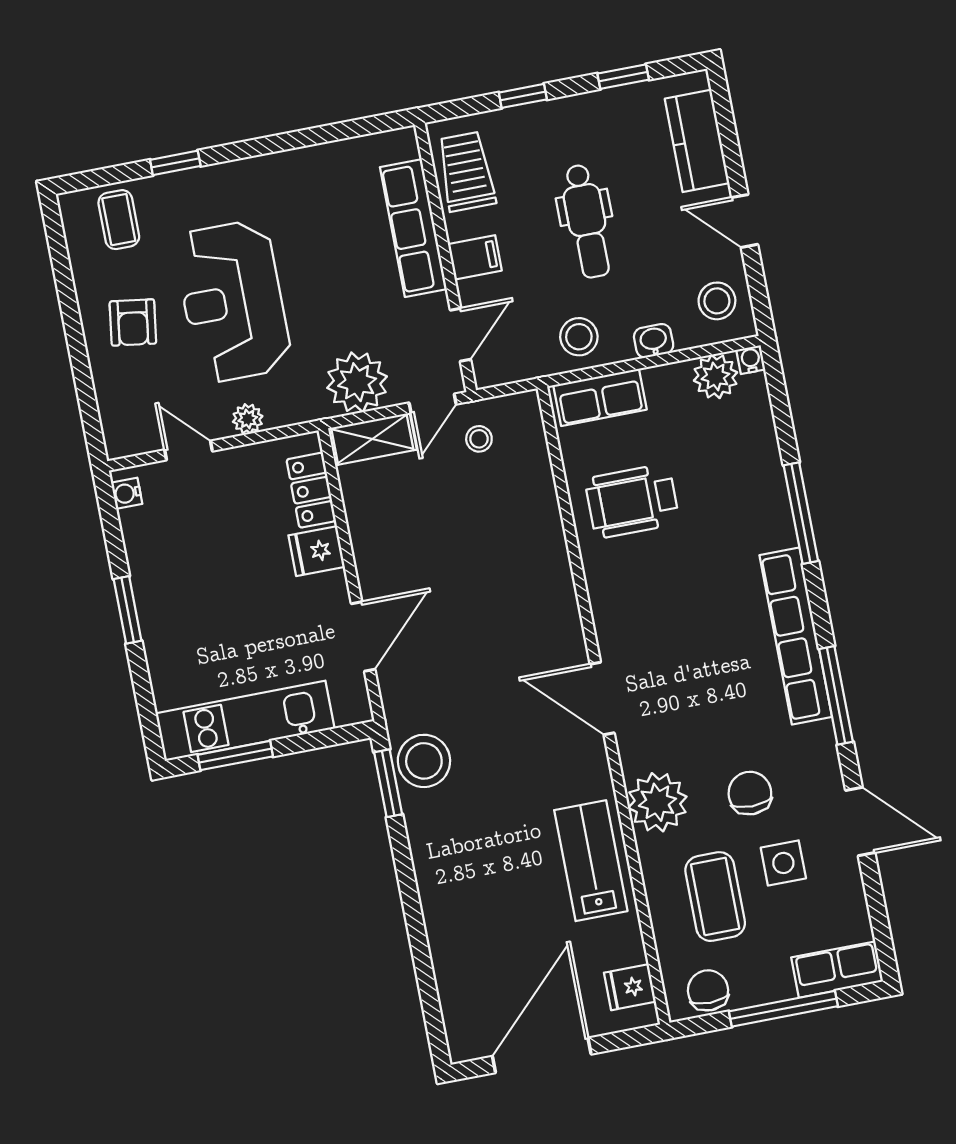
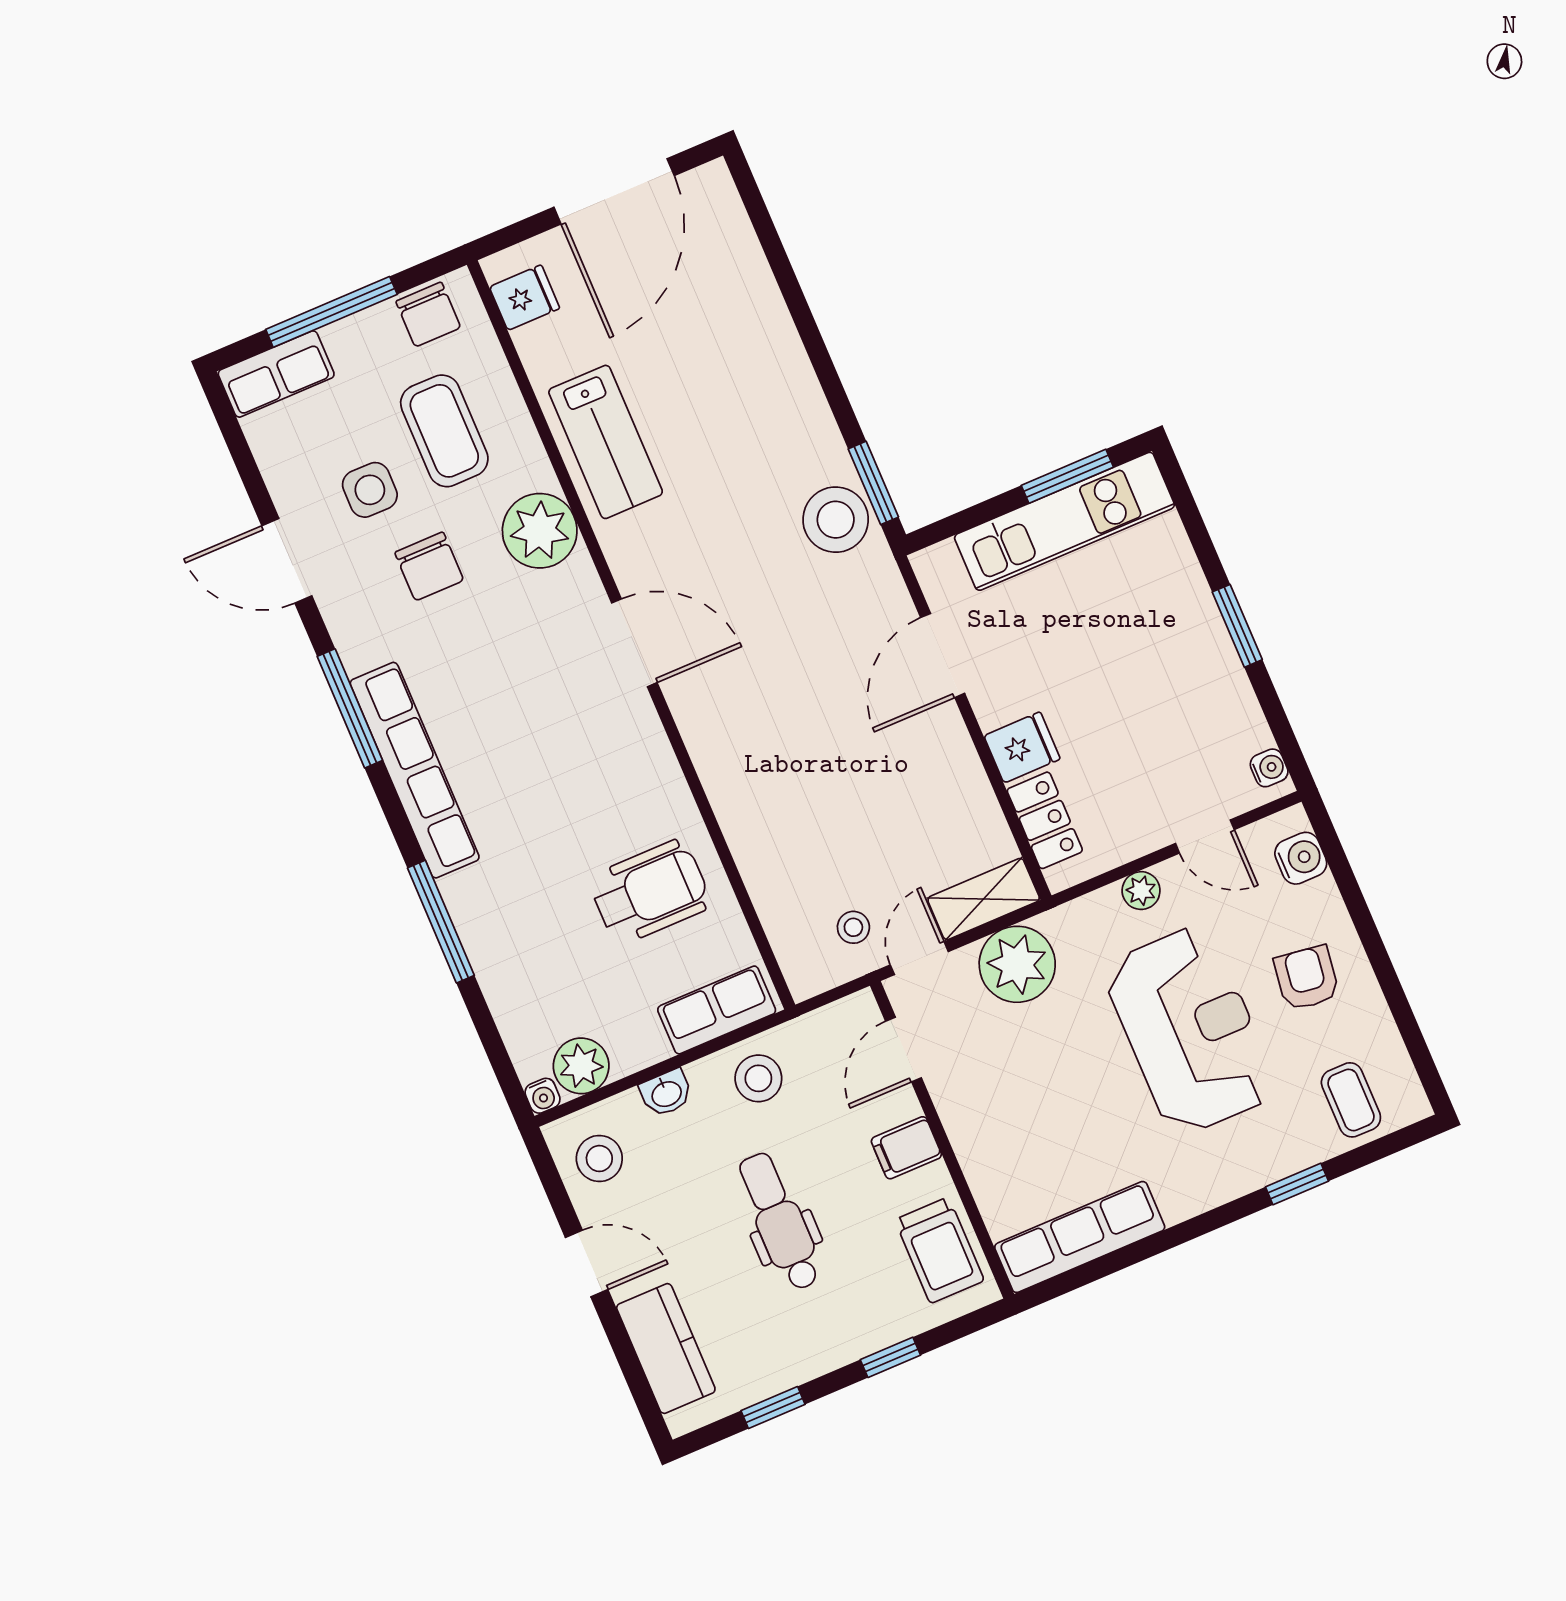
row of seats: (413, 228) -> (1080, 1237), moved, turned -90
water cooler: (117, 417) -> (1301, 858), added

